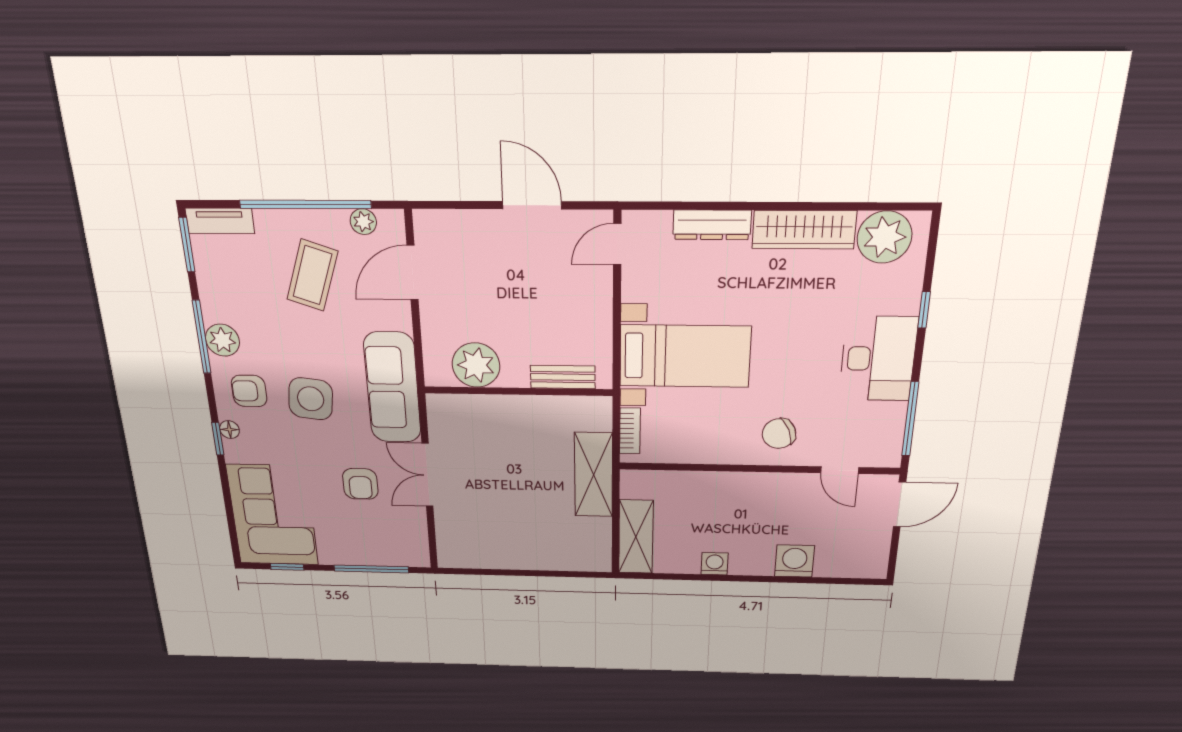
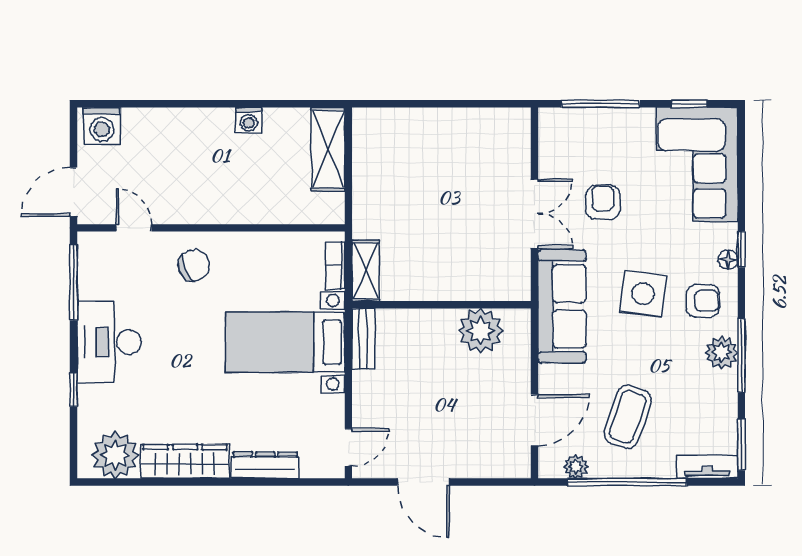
bench: (563, 377) -> (363, 339), moved, turned 90
shelving: (594, 475) -> (366, 271), moved, width x0.67, depth x0.75
washing machine: (795, 561) -> (102, 126), moved

